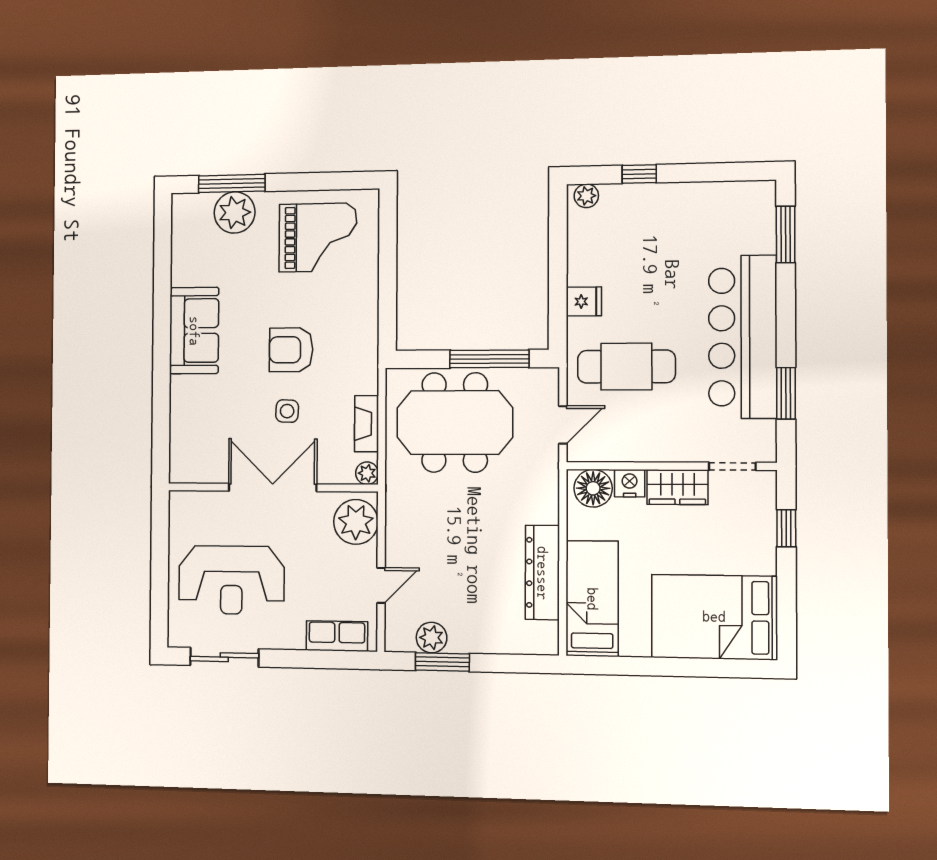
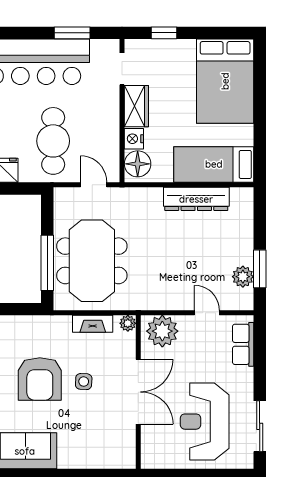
armchair: (291, 350) -> (40, 379), width x1.36, depth x1.36
window: (489, 359) -> (47, 263), moved
double door: (273, 487) -> (138, 392), swing flipped
reception desk: (231, 580) -> (205, 422), turned 180

